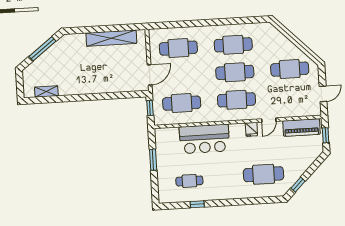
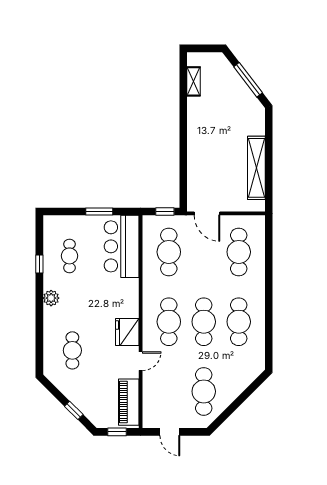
door: (269, 120) -> (141, 361), swing flipped
fridge: (251, 129) -> (127, 332), width x1.88, depth x1.34
bar counter: (204, 139) -> (122, 246), moved
cafe table: (264, 174) -> (72, 350), width x0.73, depth x0.74
window: (298, 185) -> (74, 410), moved
plant: (223, 193) -> (51, 298), added

